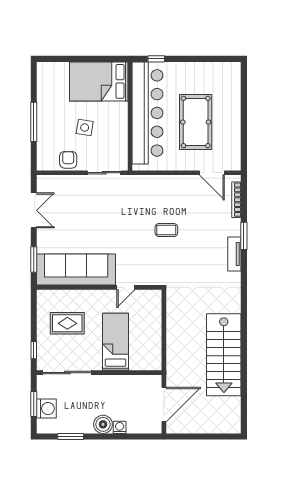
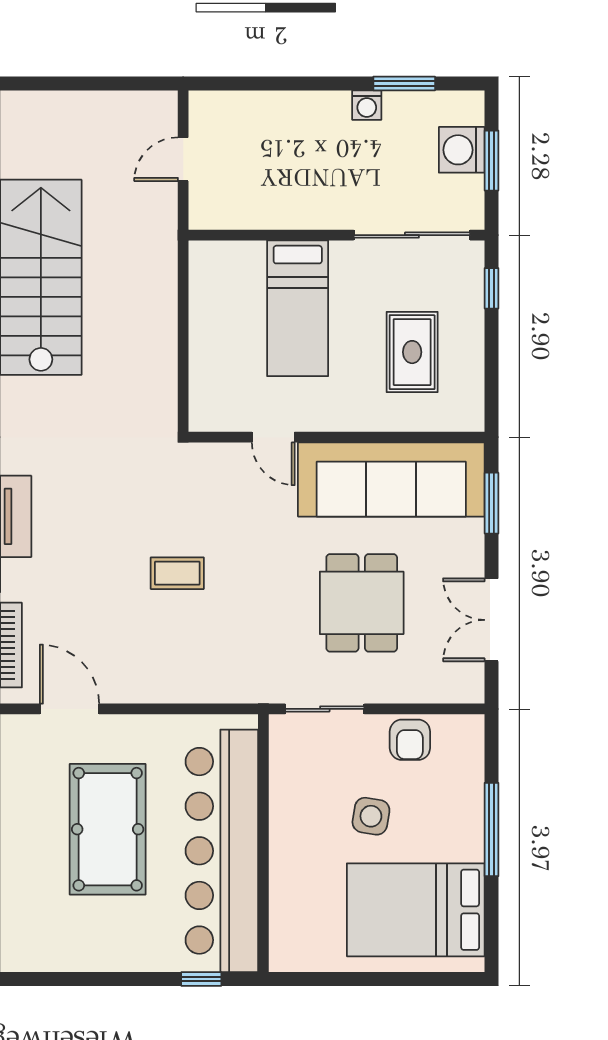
bed: (99, 81) -> (416, 910), moved, turned 180
dining table: (89, 217) -> (362, 603), added
door: (126, 287) -> (273, 437), swing flipped
rug: (67, 323) -> (412, 352), turned 90
door: (164, 405) -> (183, 159), width x0.53
boiler: (103, 424) -> (327, 112), removed
washing machine: (120, 427) -> (367, 105), moved

